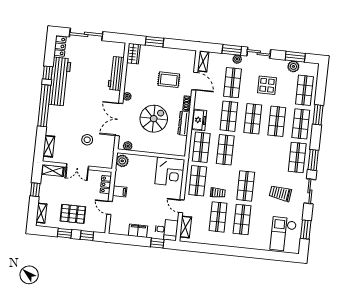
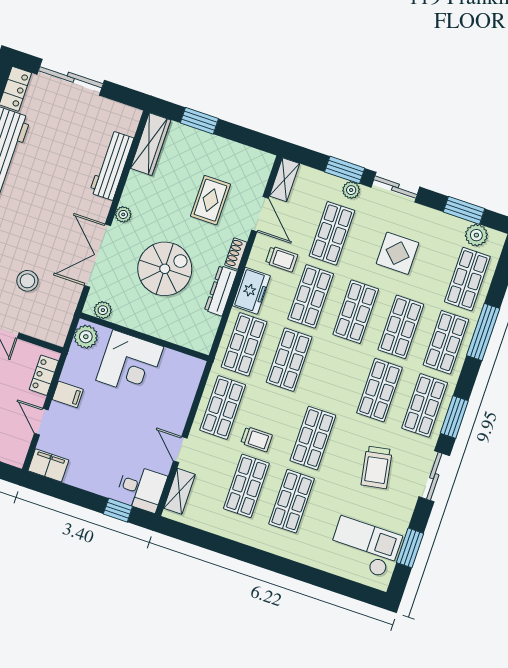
wardrobe: (133, 54) -> (151, 144), width x1.50
plant: (293, 66) -> (476, 235), moved
rug: (169, 80) -> (210, 200), turned 90
trolley: (210, 101) -> (282, 259), added
window: (318, 115) -> (483, 332), width x1.44
shop shelf: (273, 155) -> (379, 390), added
corner desk: (170, 172) -> (130, 364), moved
trolley: (280, 193) -> (377, 467), turned -108
filing cabinet: (138, 231) -> (48, 465), moved
checkout: (283, 234) -> (365, 547), turned 90

